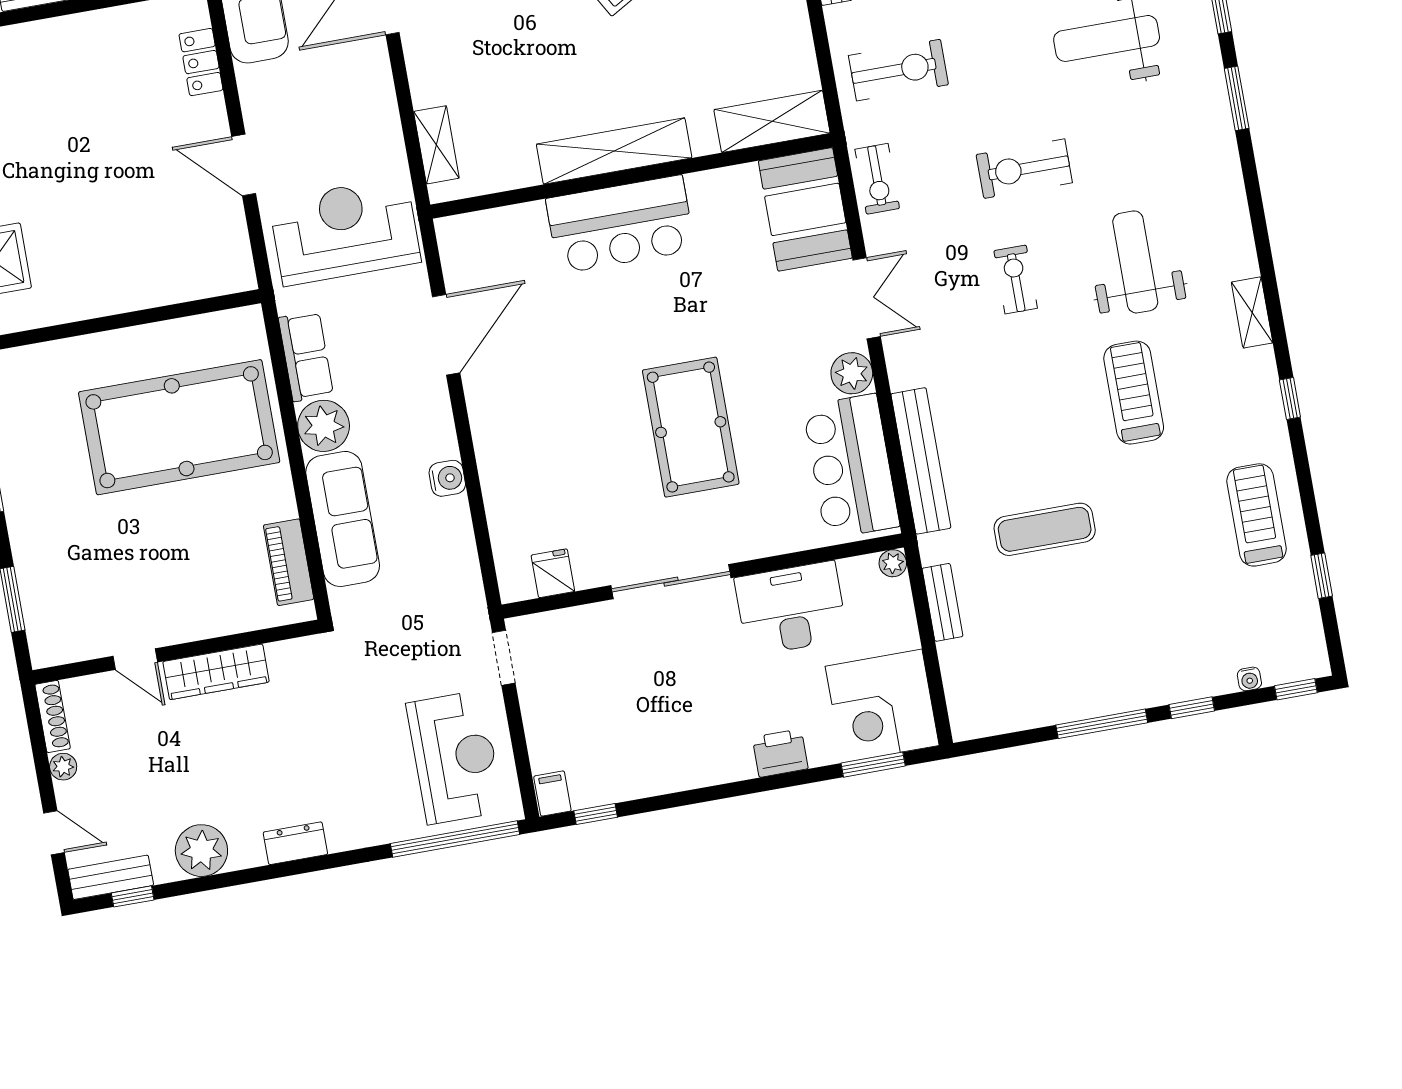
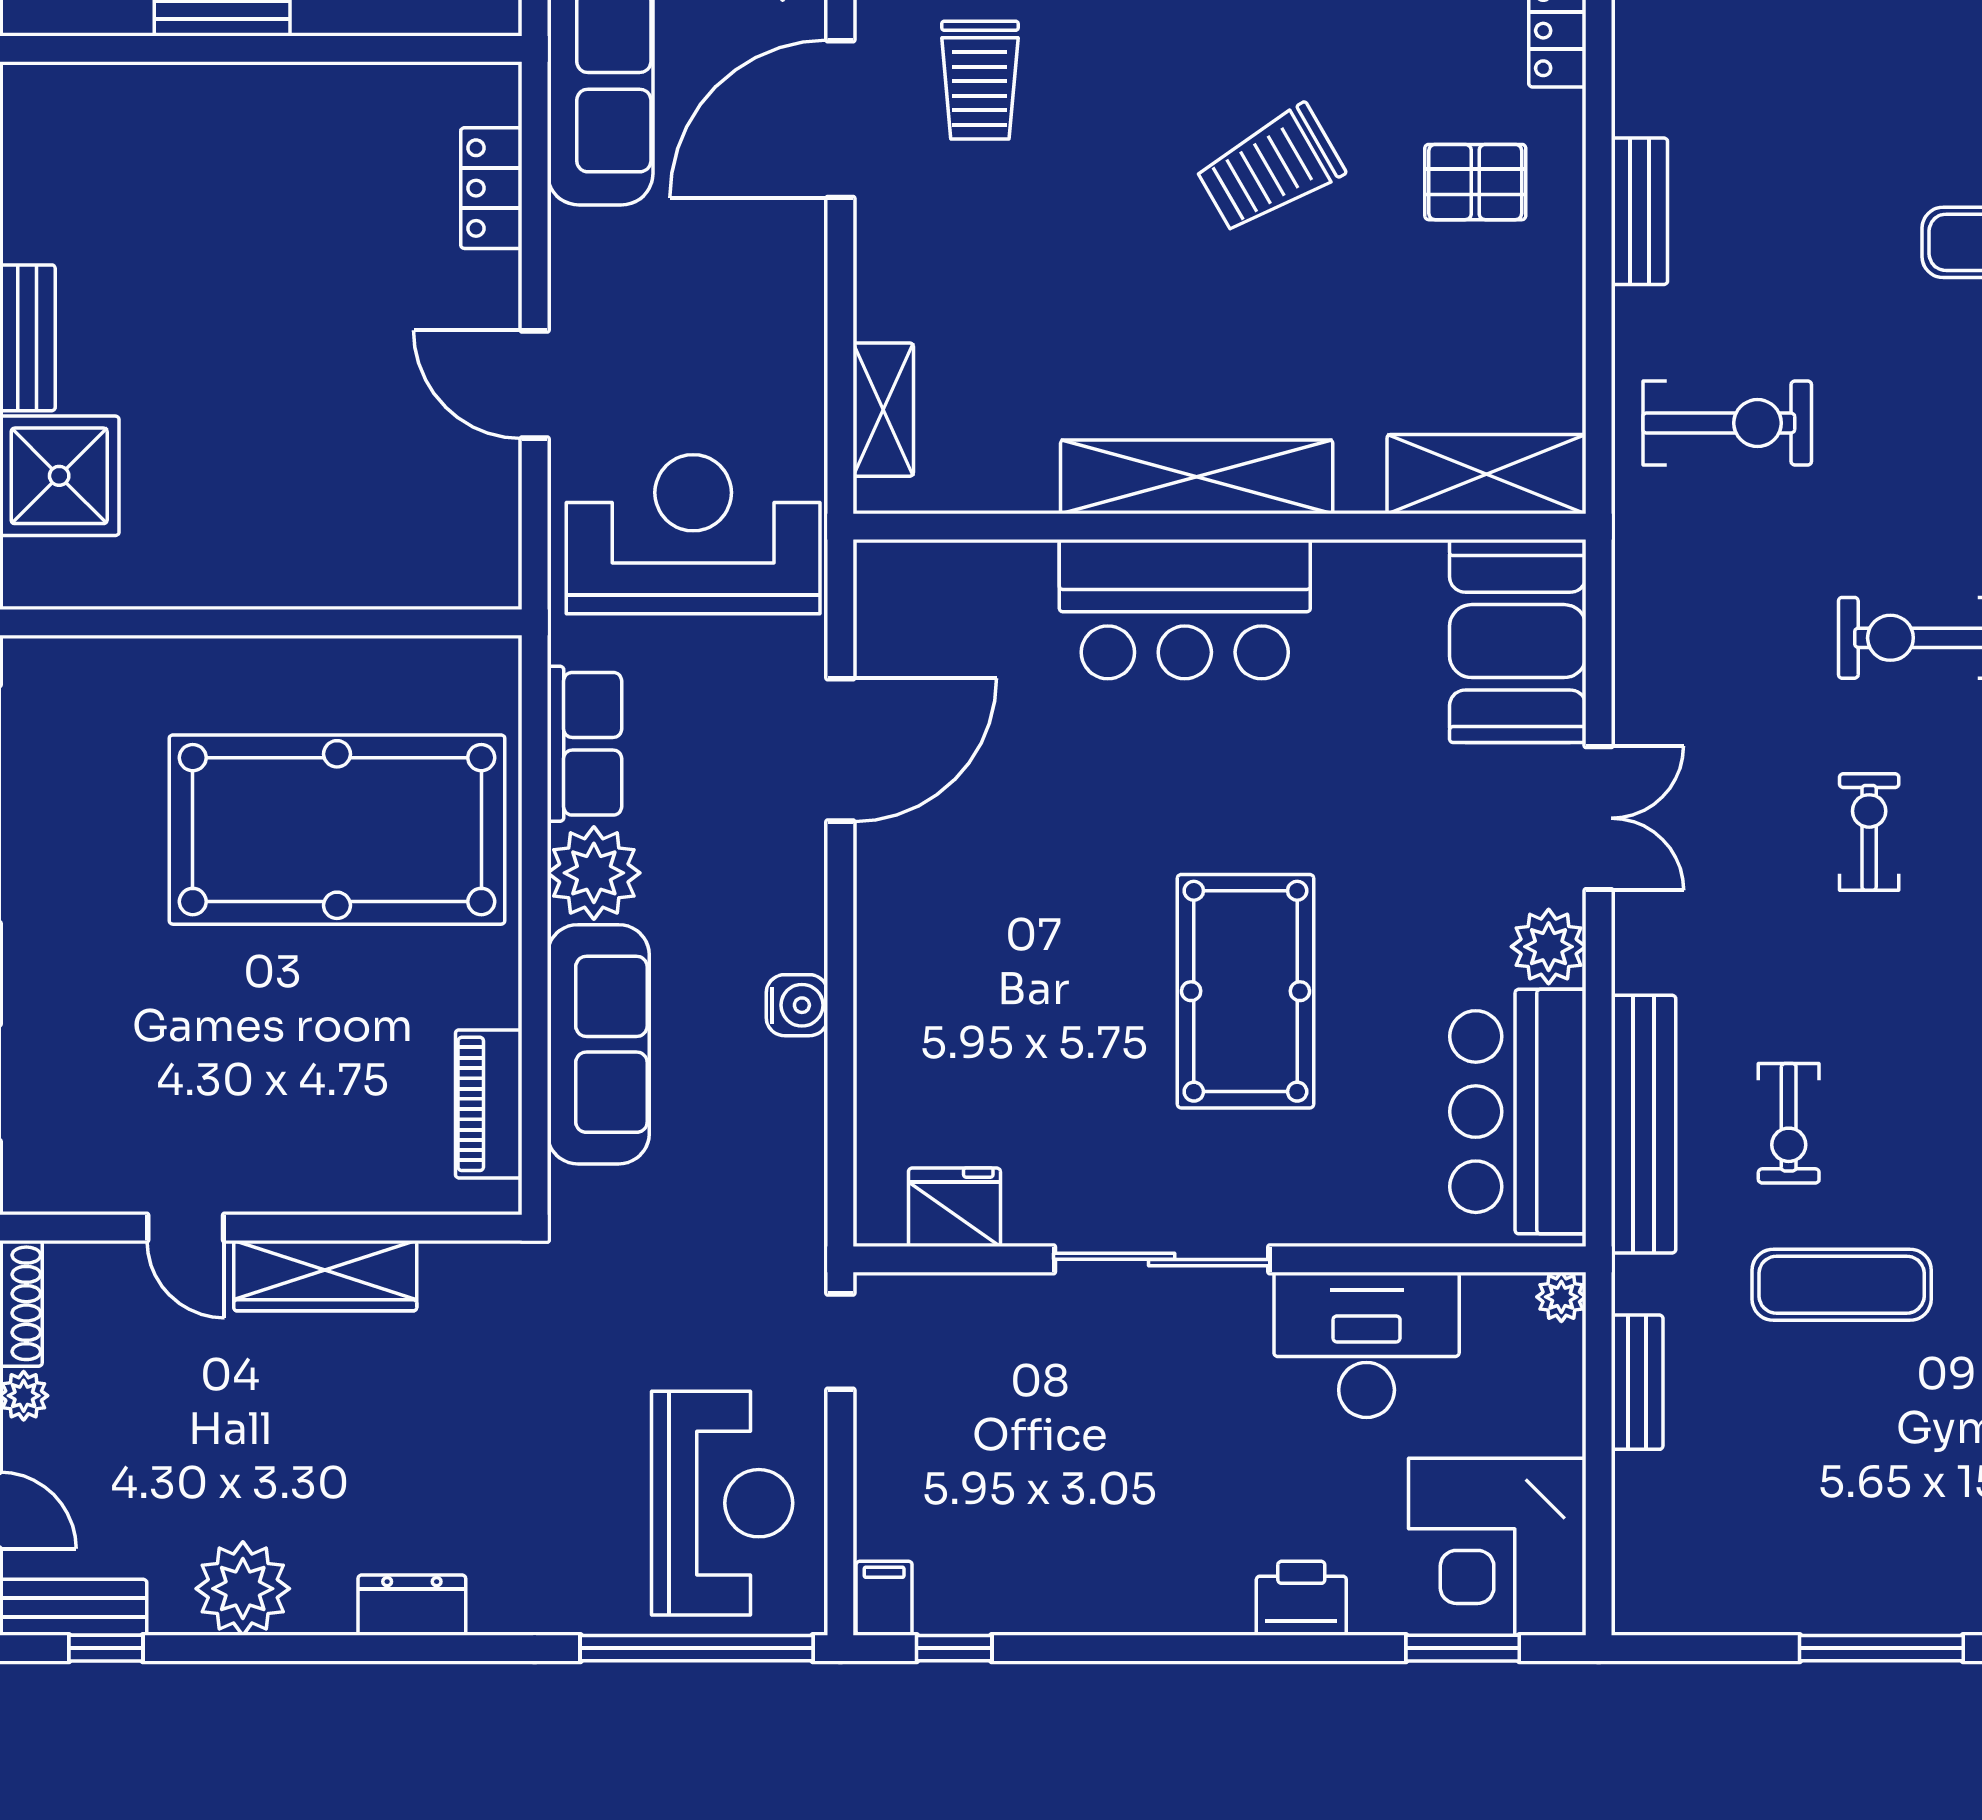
exercise bike: (877, 179) -> (1789, 1123), moved
fridge: (553, 573) -> (954, 1207), width x1.38

